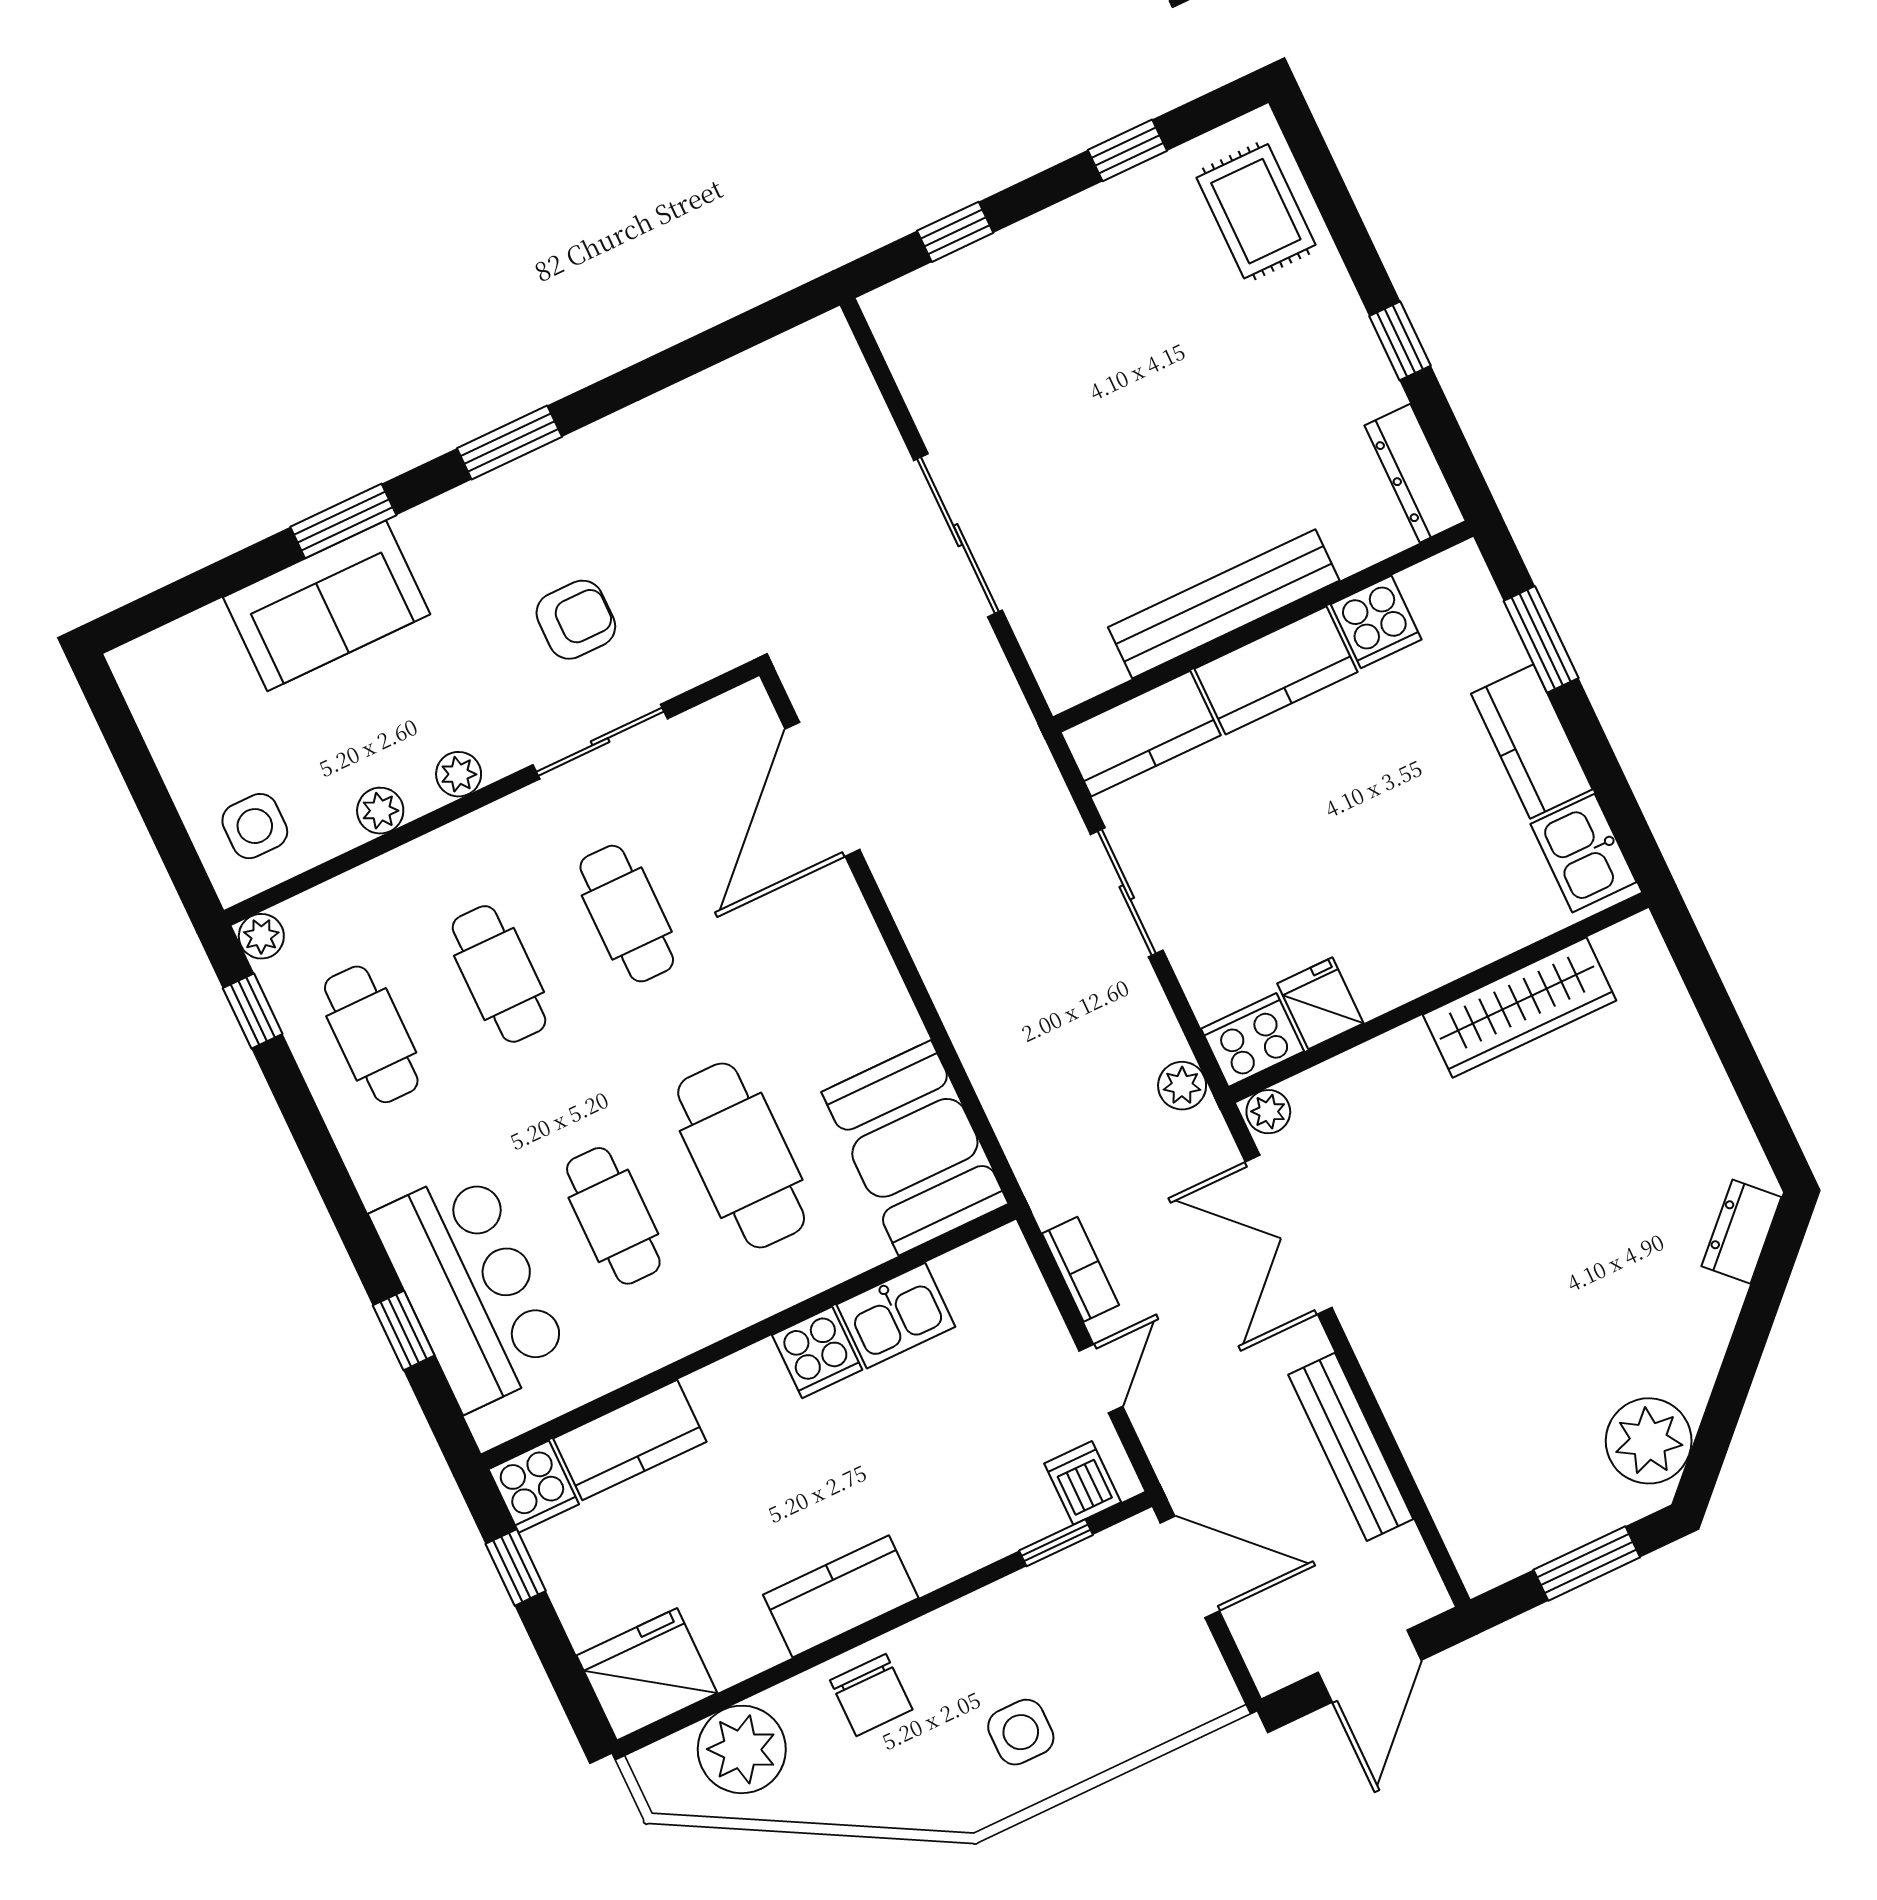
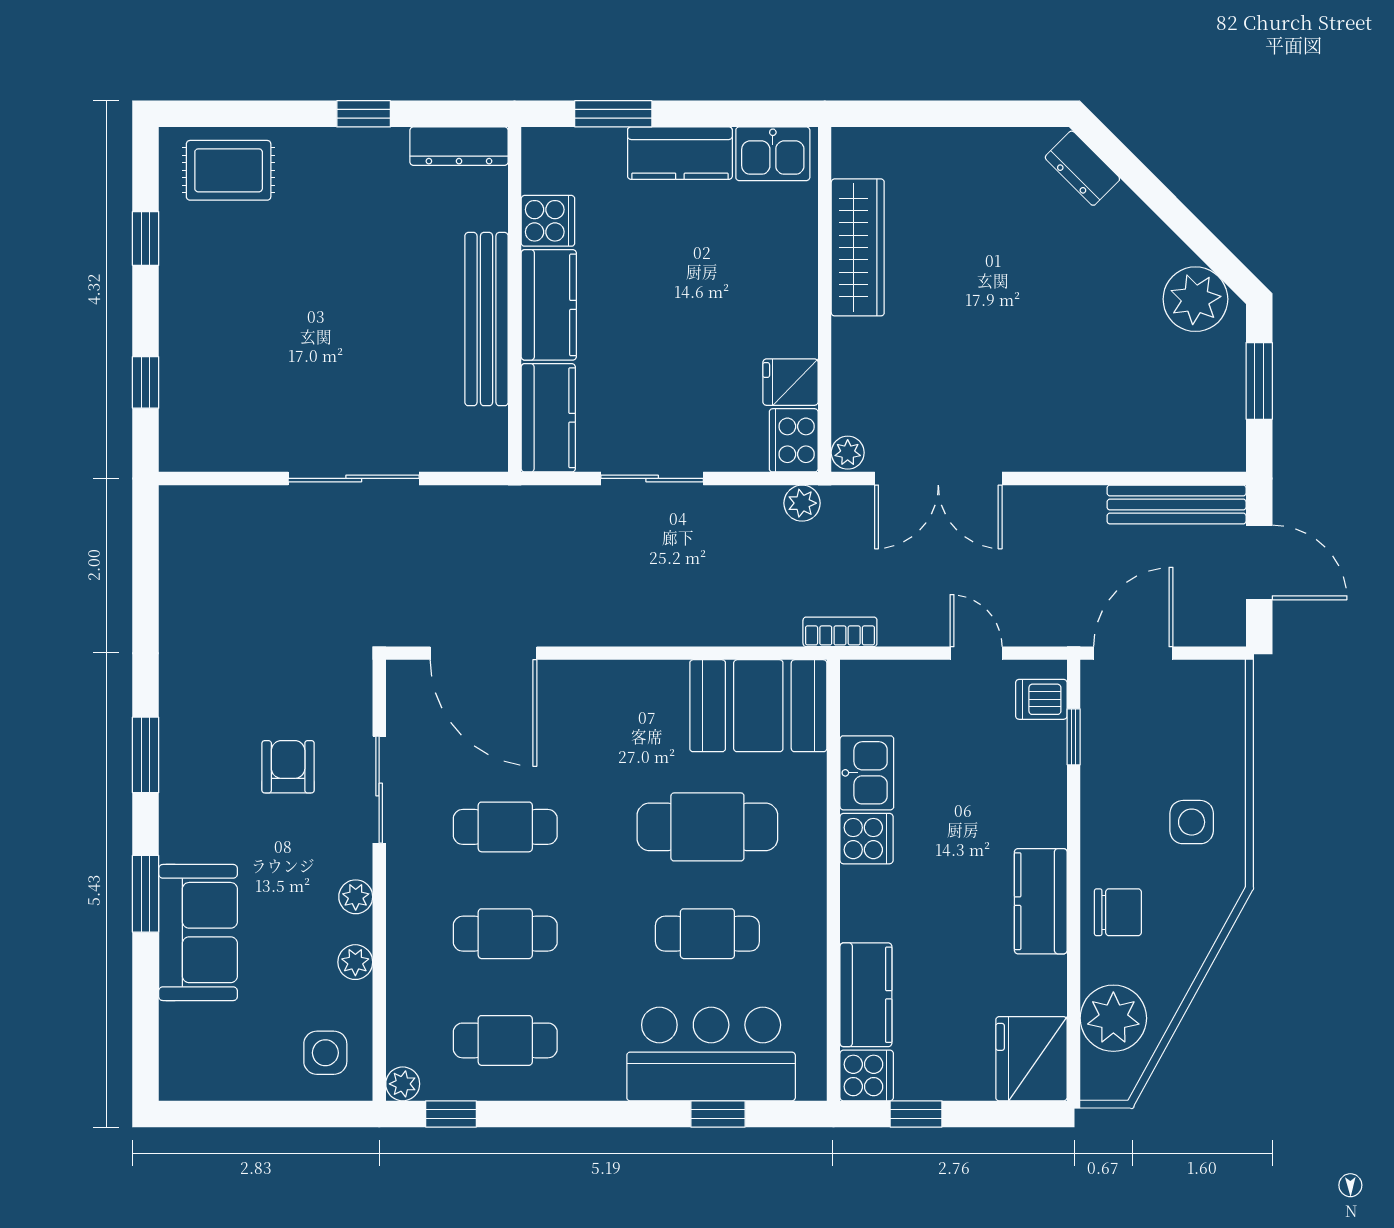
bookcase: (1080, 1269) -> (840, 632), moved
bench: (1351, 1447) -> (1177, 505), moved

